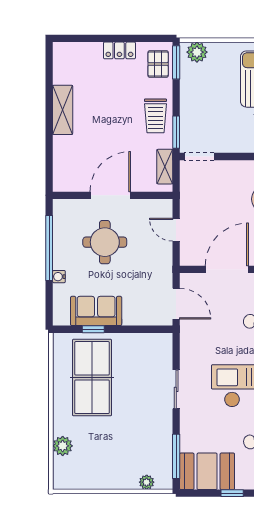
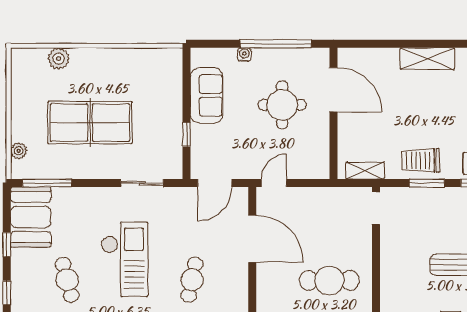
window: (176, 132) -> (427, 183), moved
door: (110, 195) -> (334, 90), moved
door: (176, 230) -> (274, 183), moved
window: (93, 329) -> (187, 134), moved
table tennis table: (92, 378) -> (90, 123), moved
sliding door: (176, 389) -> (142, 183), moved

